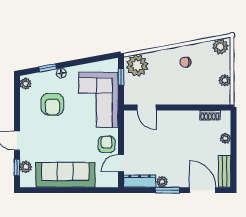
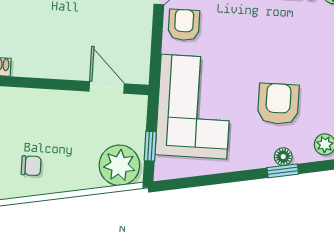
floor lamp: (61, 73) -> (283, 157), moved
armchair: (107, 144) -> (184, 25), turned 180

